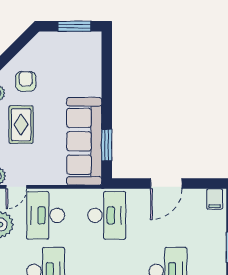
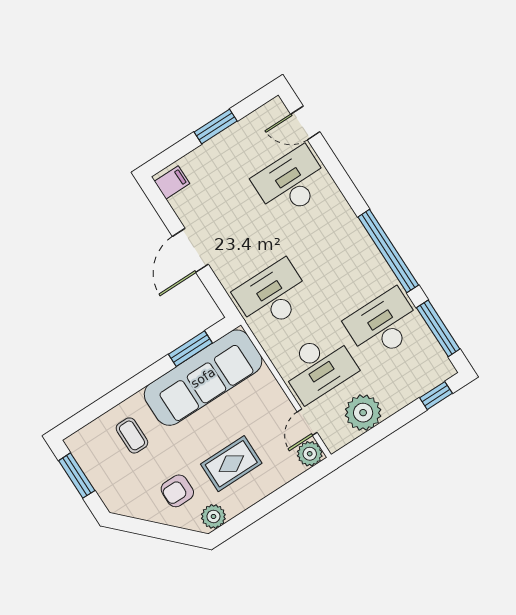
coffee table: (77, 76) -> (132, 435), added
door: (166, 183) -> (190, 250), swing flipped
door: (16, 187) -> (307, 422), swing flipped

